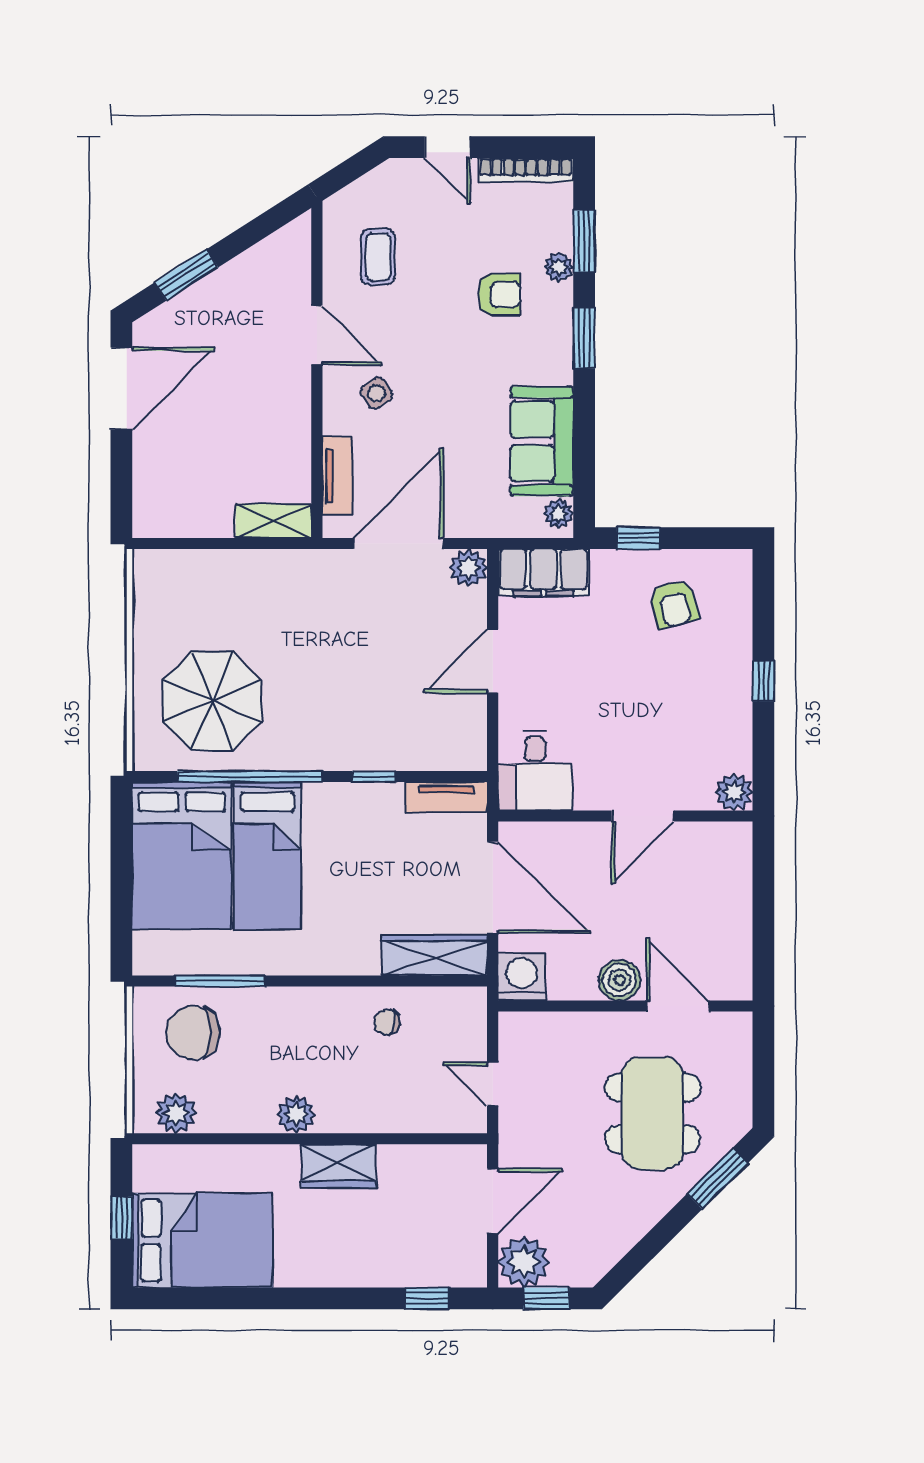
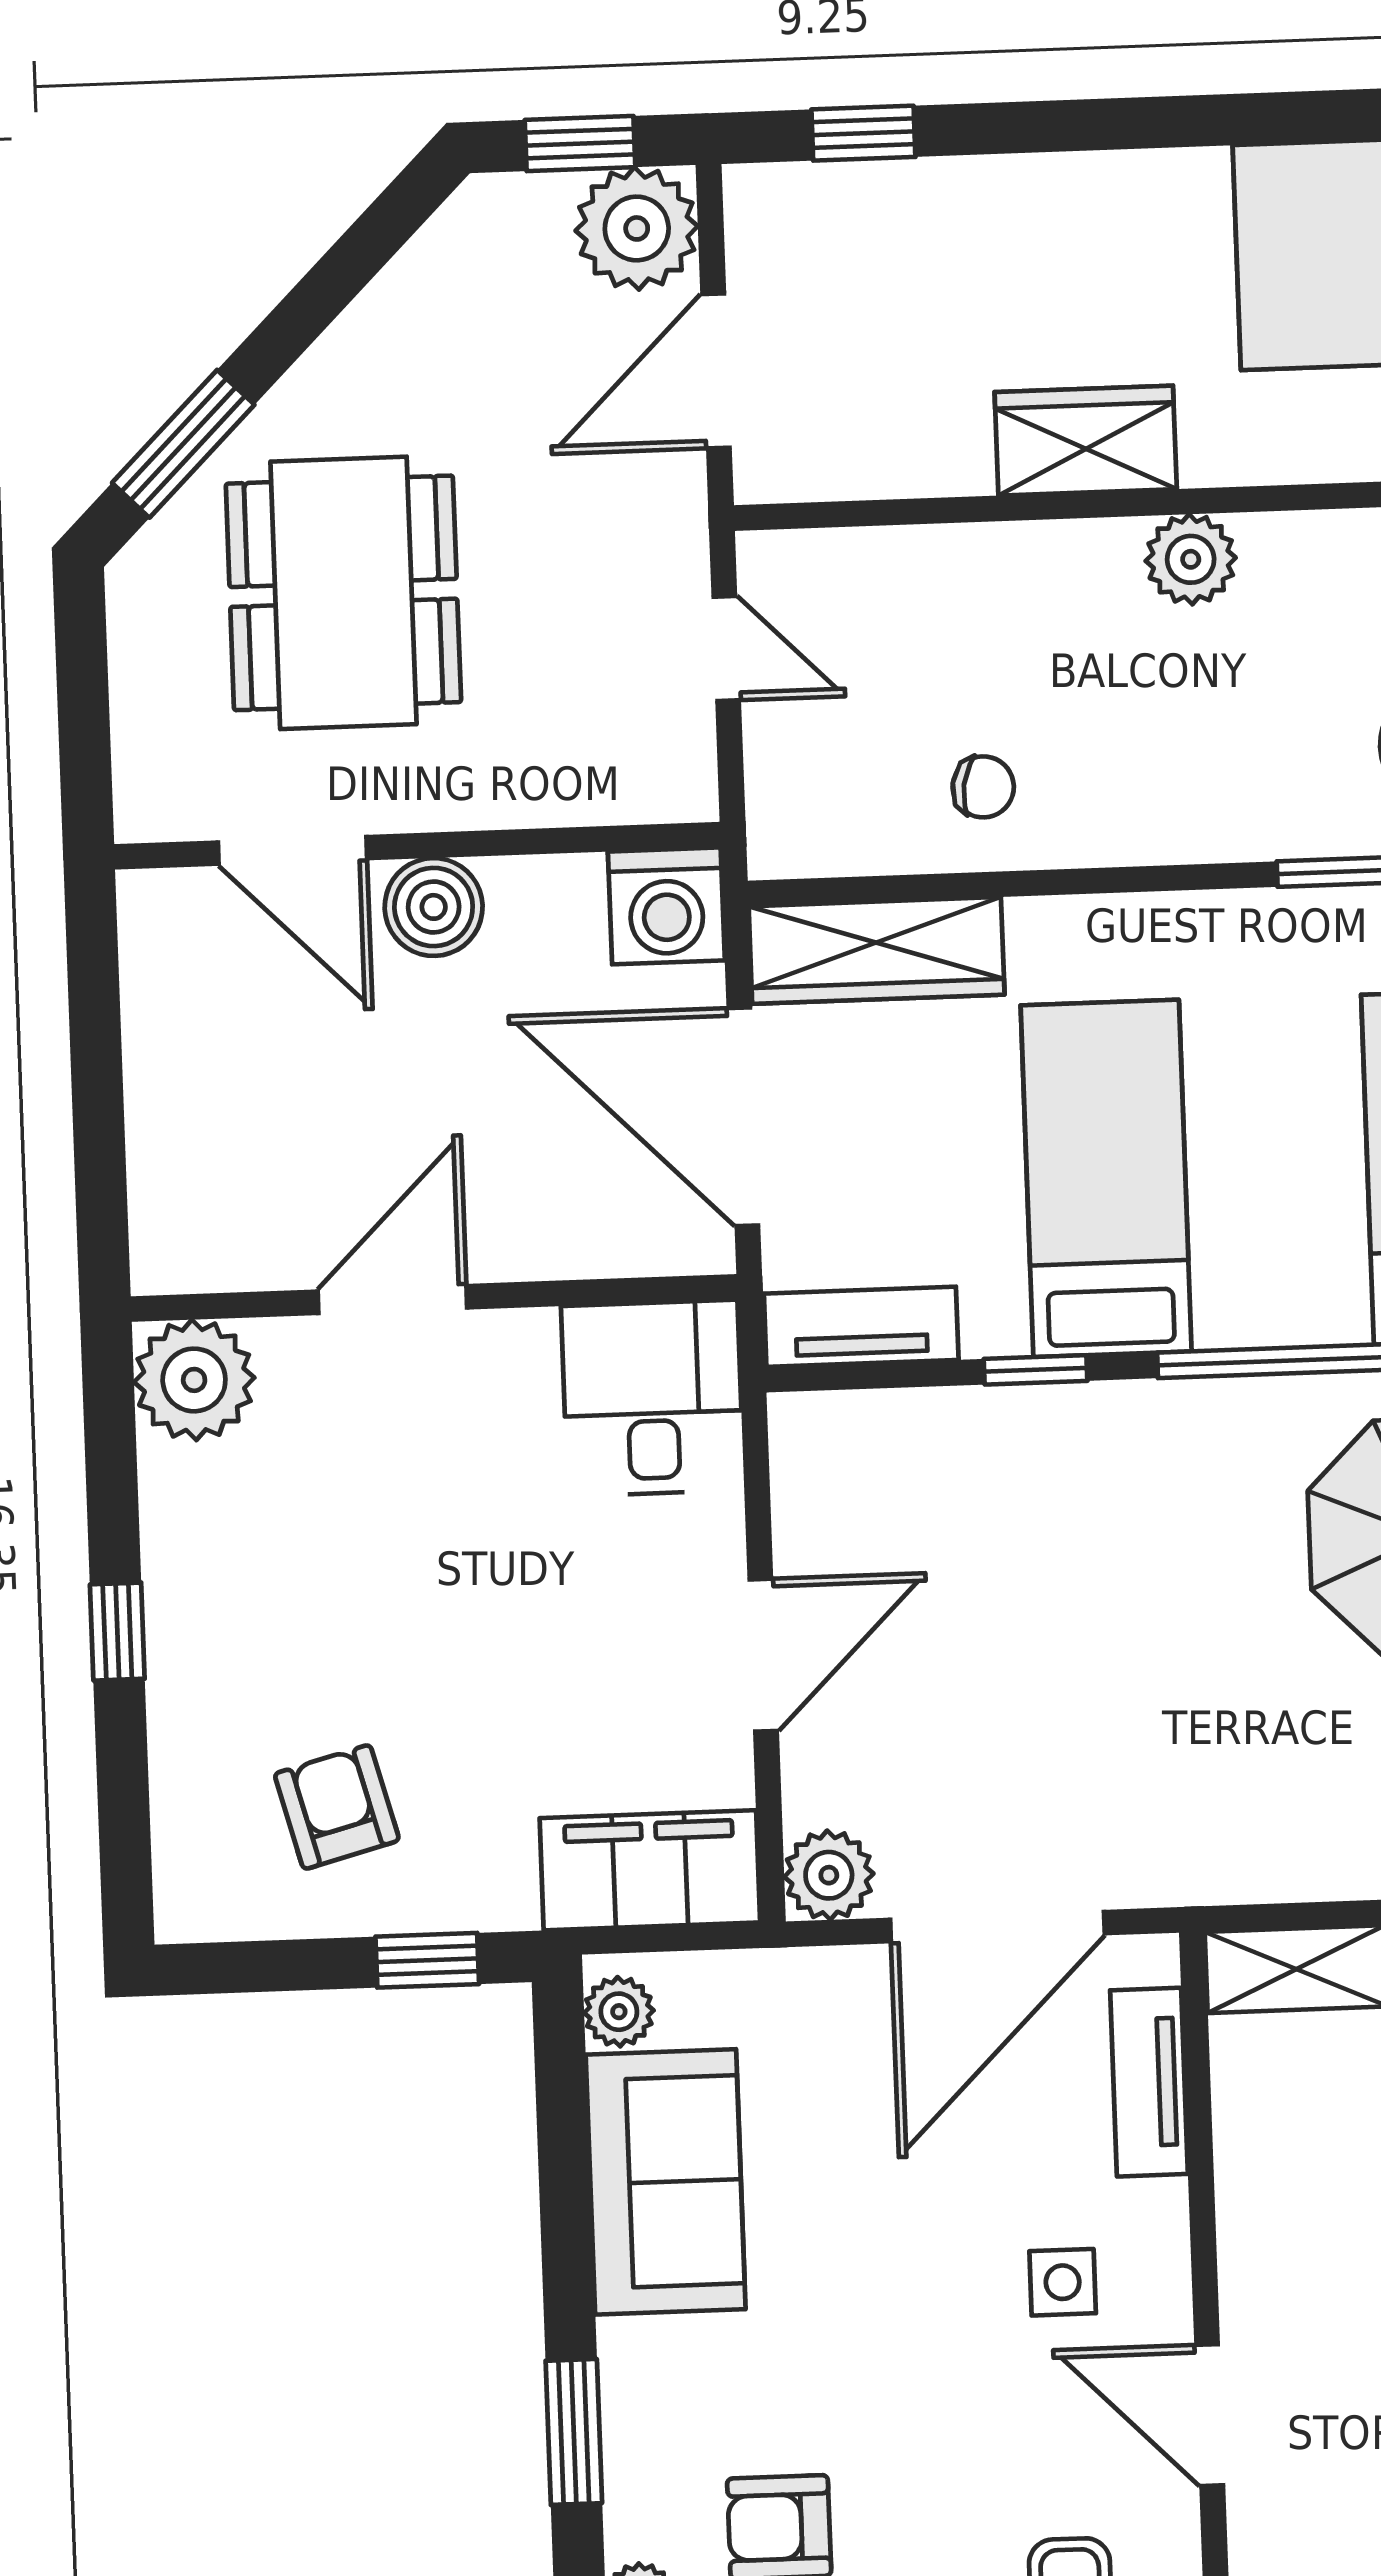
side table: (377, 393) -> (1063, 2282), turned 34
plant: (734, 792) -> (194, 1380), width x1.36, depth x1.36
bed: (268, 856) -> (1106, 1178), moved

